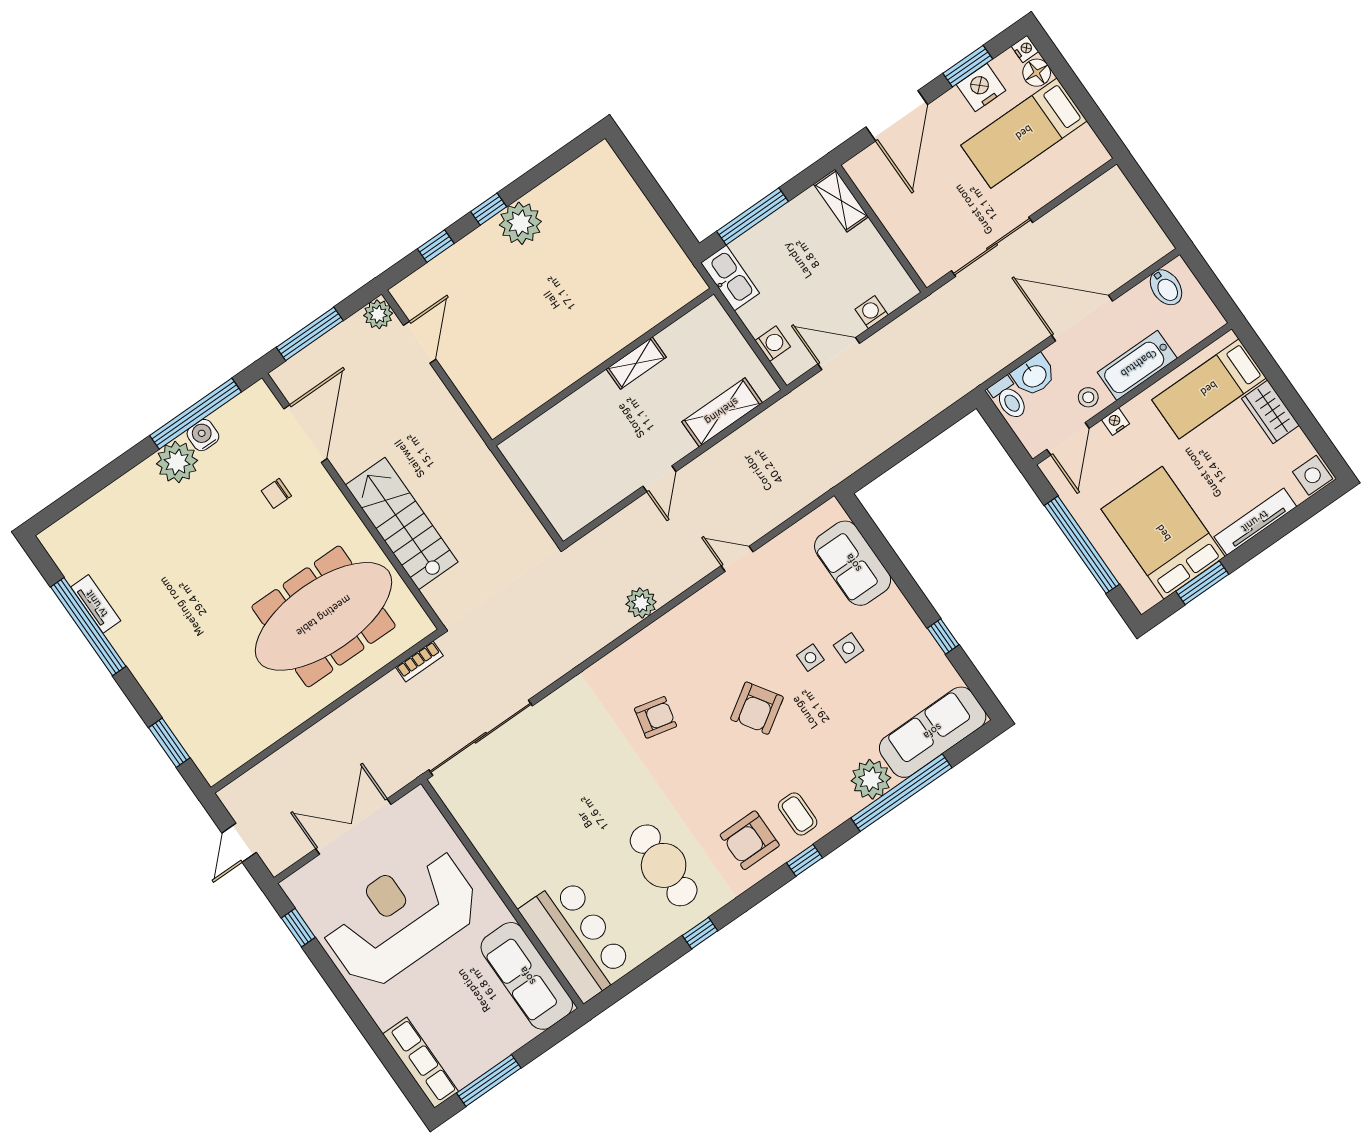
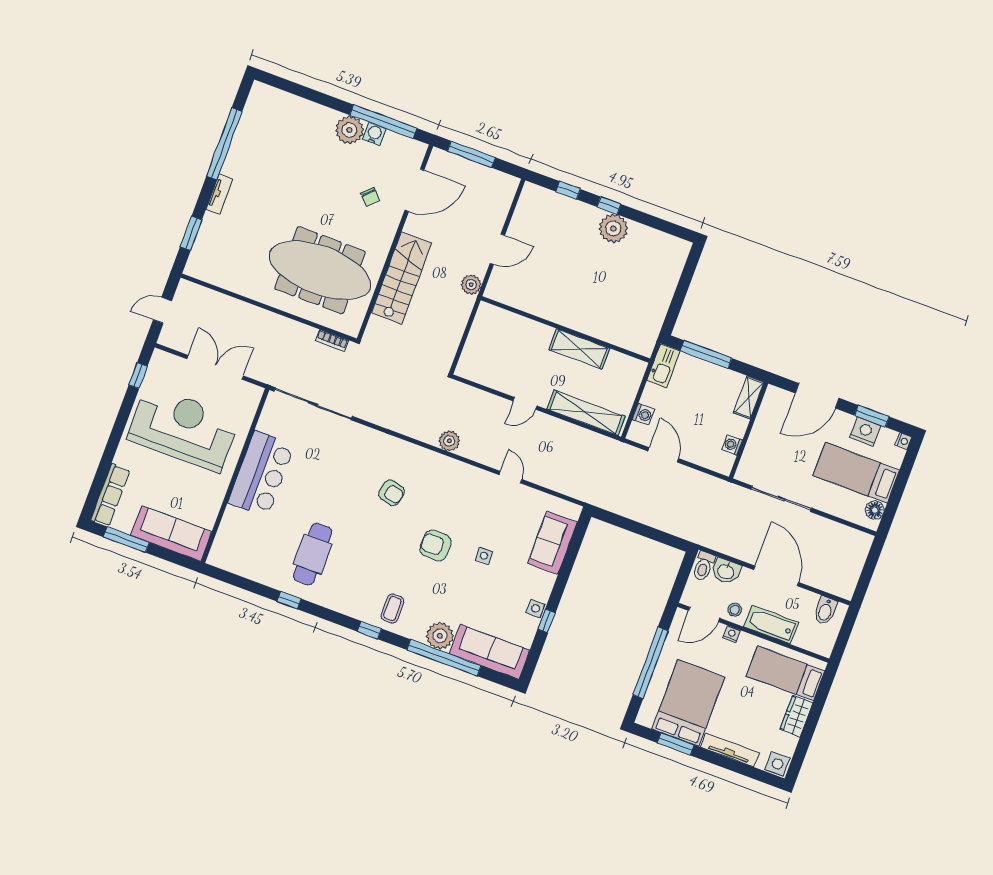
floor lamp: (1037, 73) -> (875, 510), moved
washing machine: (872, 312) -> (732, 445), moved, turned -90
plant: (378, 314) -> (471, 285), moved
door: (420, 342) -> (497, 249), moved
shelving: (636, 363) -> (579, 349), width x1.50, depth x1.33
shelving: (722, 412) -> (586, 413), width x1.47
chair: (276, 493) -> (370, 197), turned -135
tv unit: (96, 604) -> (219, 194), moved
side table: (849, 648) -> (536, 608), moved
armchair: (757, 708) -> (436, 545), turned 33
armchair: (750, 840) -> (360, 592), removed
bar counter: (577, 939) -> (261, 474), moved
sofa: (527, 976) -> (171, 533), moved, turned 90

